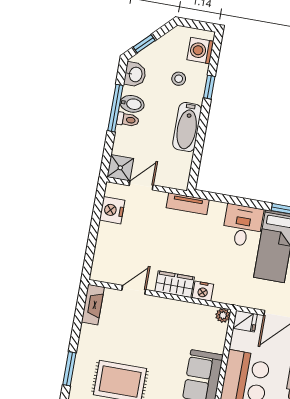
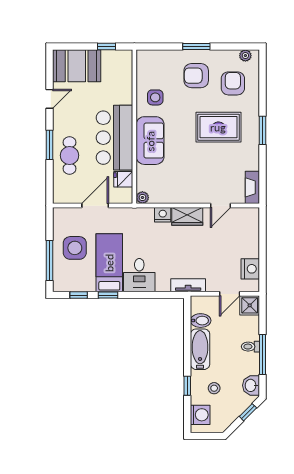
bidet: (132, 104) -> (201, 321), moved, turned 180
fridge: (245, 321) -> (123, 179), moved

